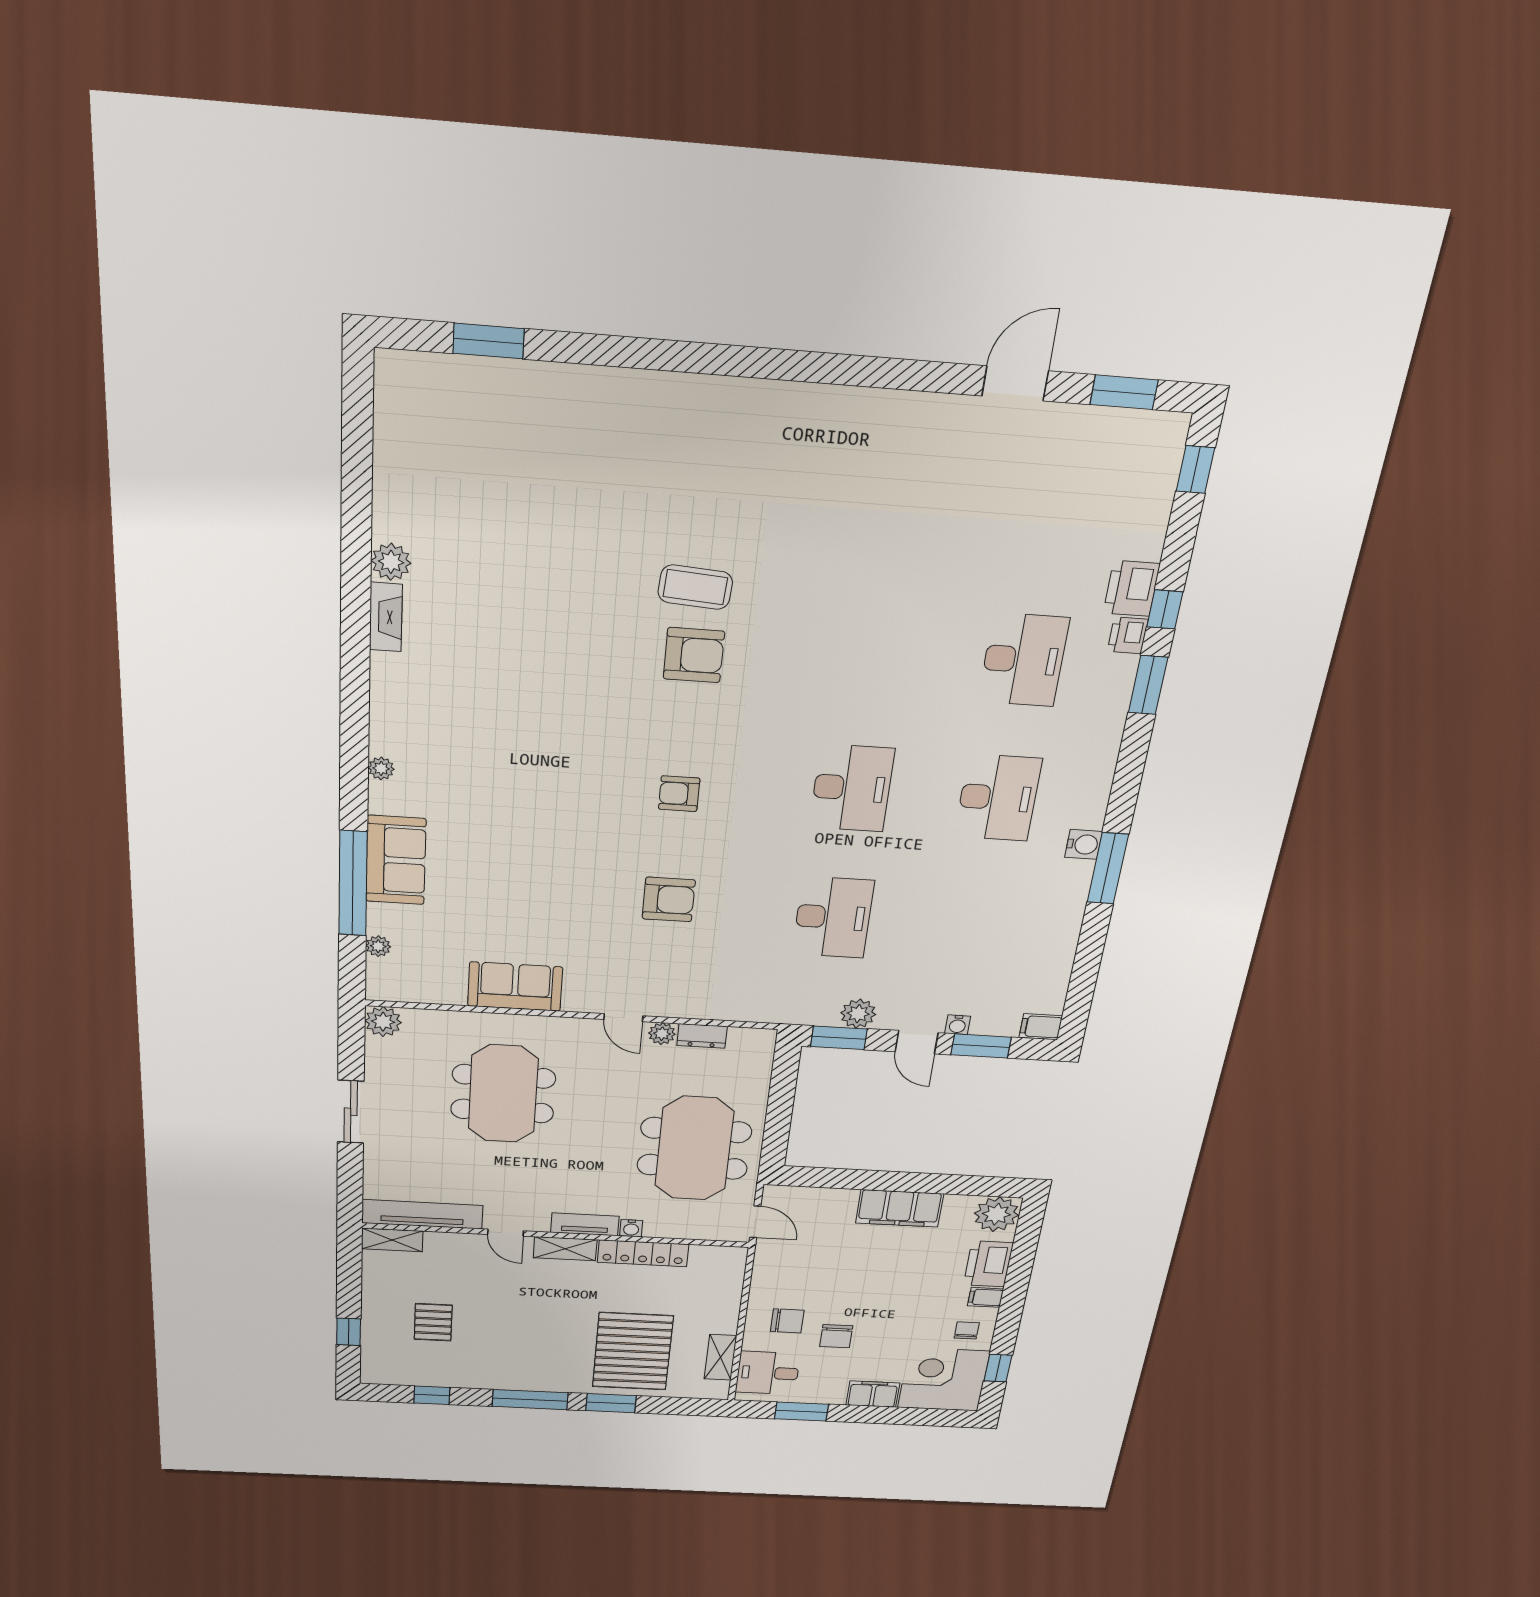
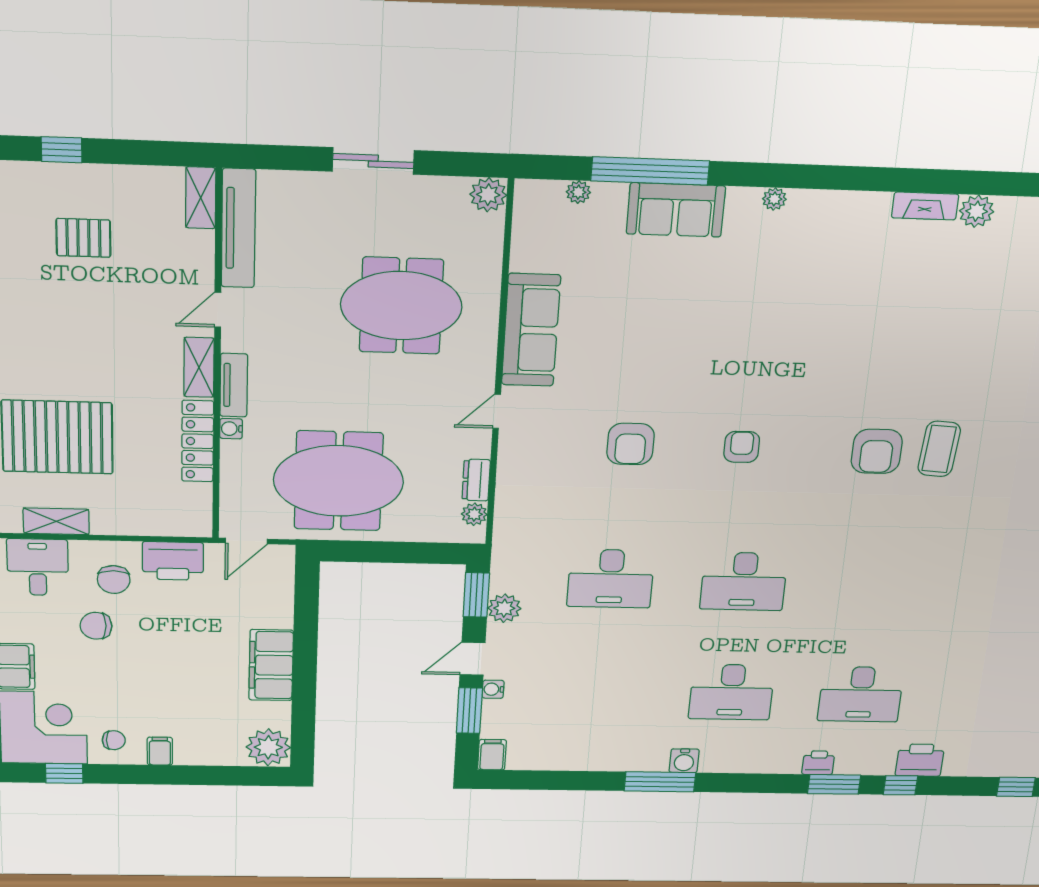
printer: (1128, 635) -> (818, 763), moved
sofa: (515, 987) -> (531, 330), width x1.36
plant: (662, 1034) -> (474, 514), moved
printer: (988, 1264) -> (173, 561), moved, turned 180

